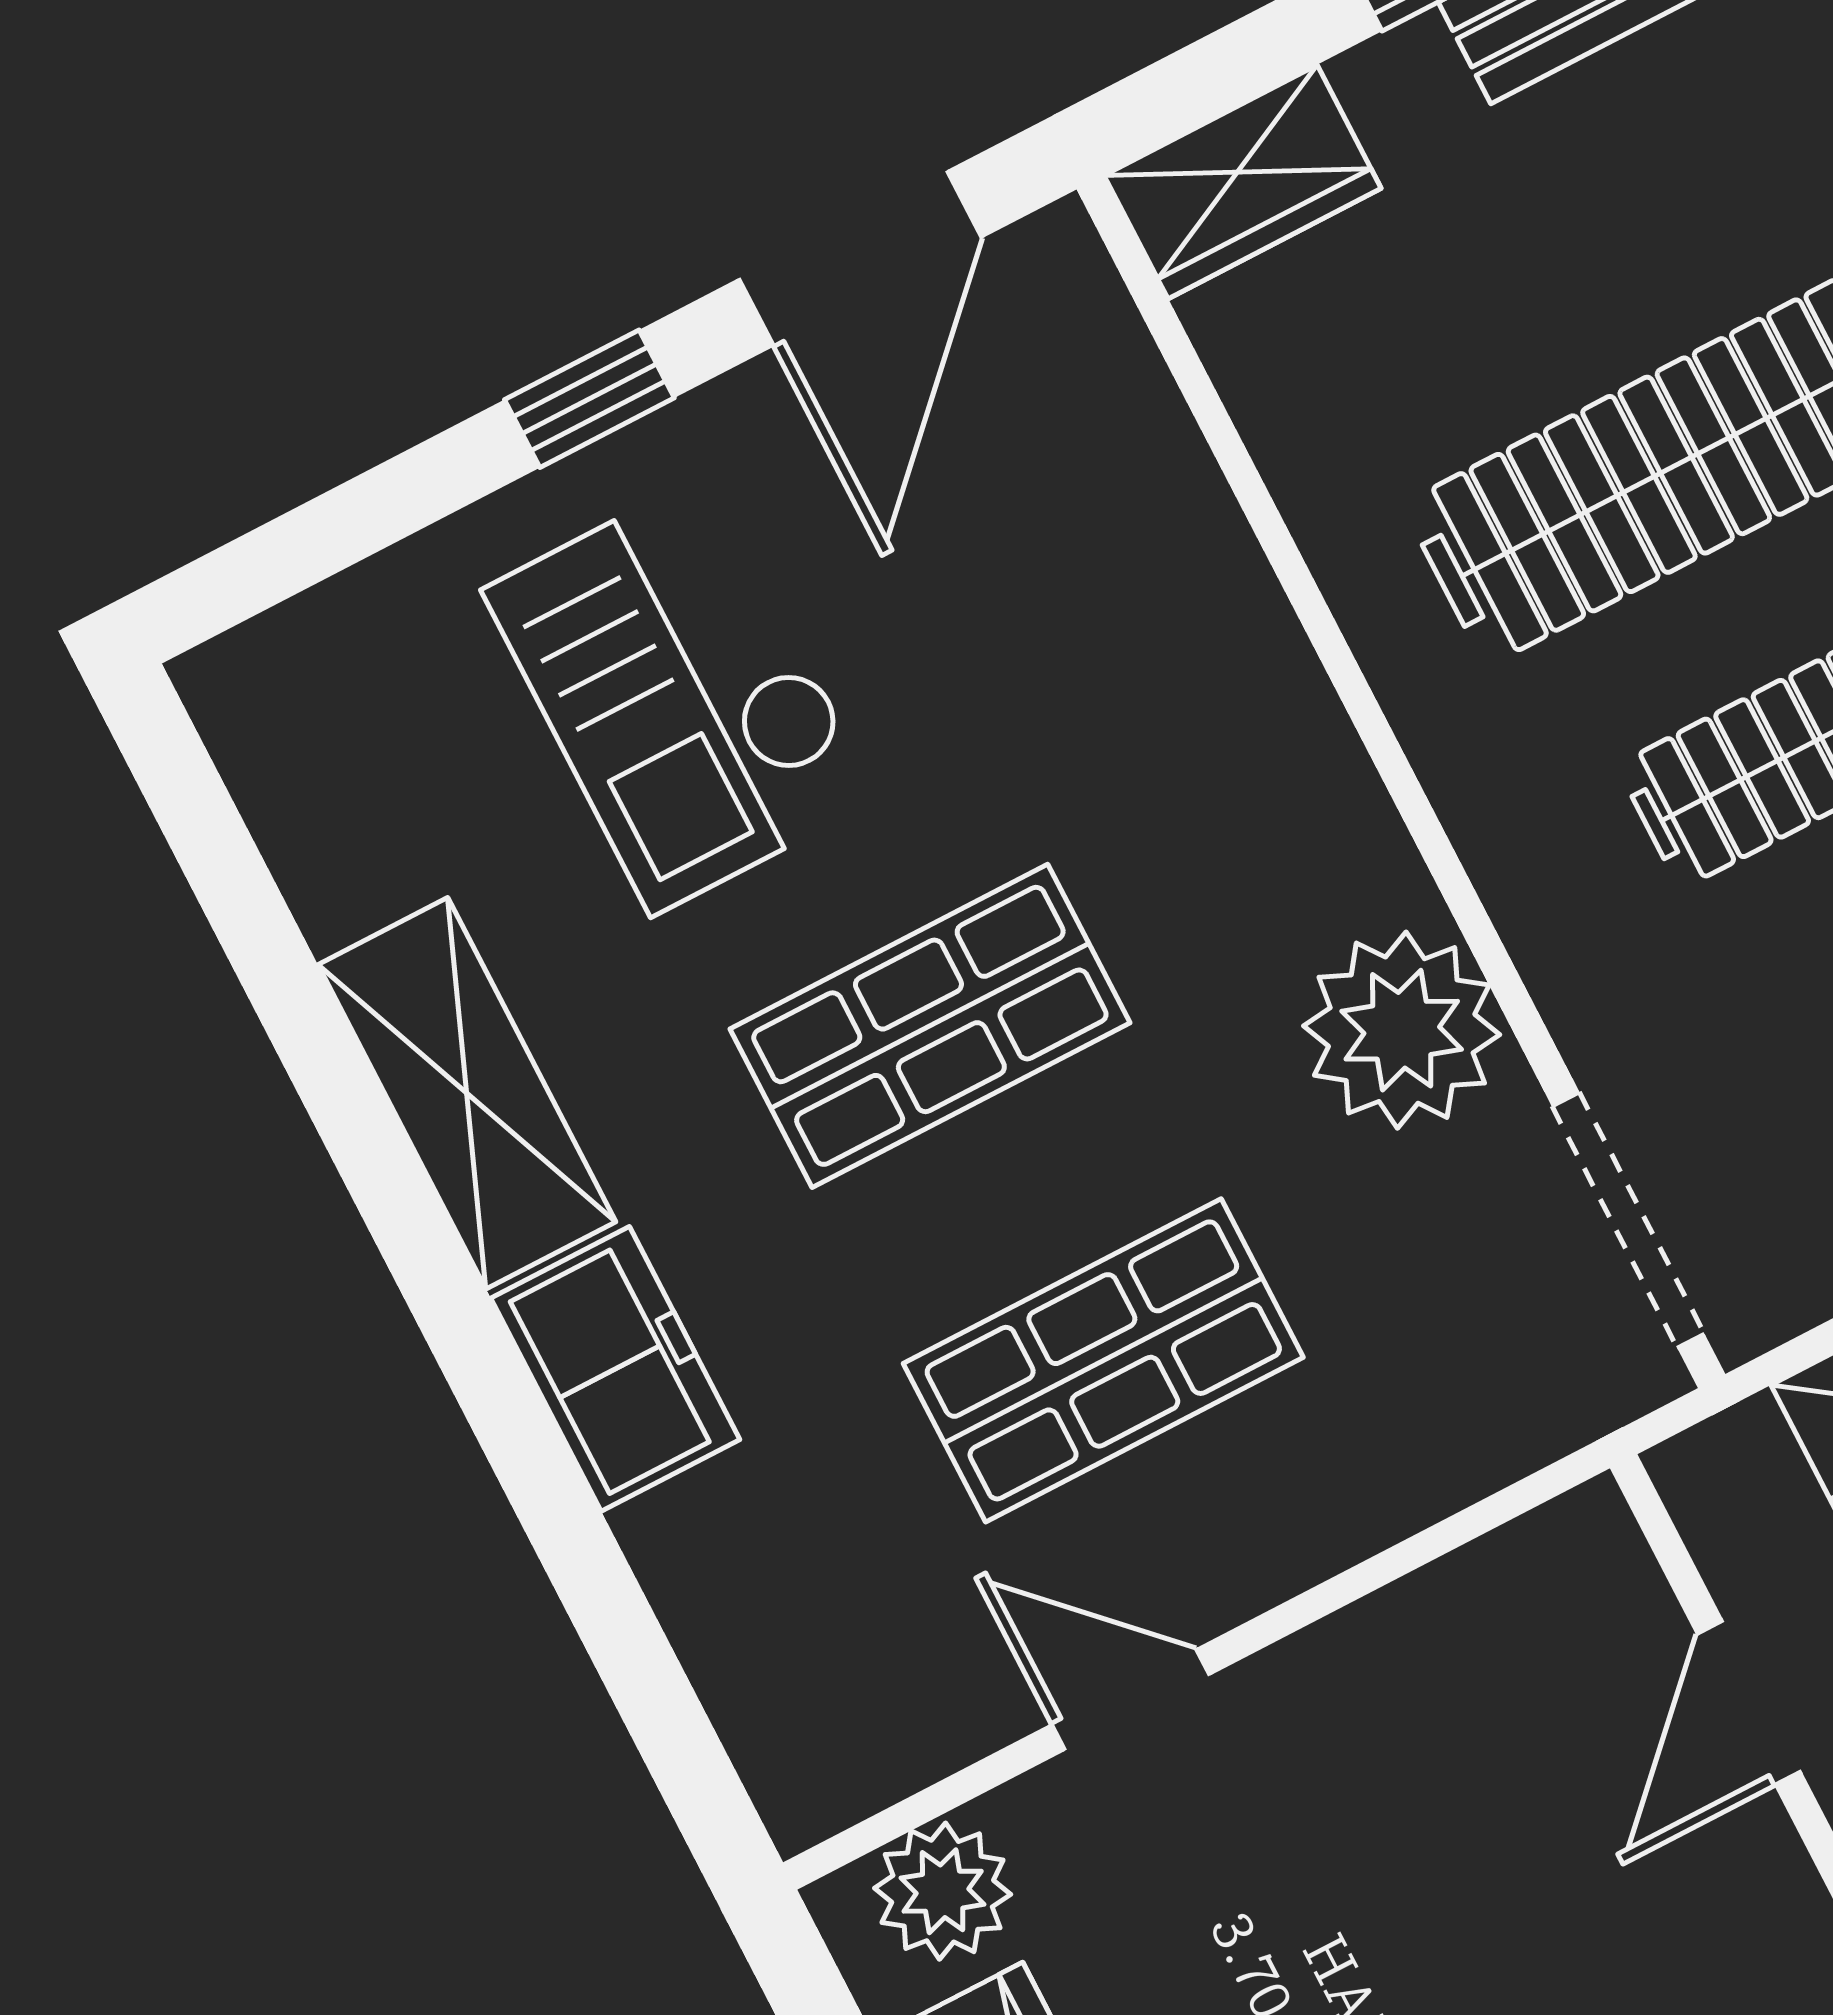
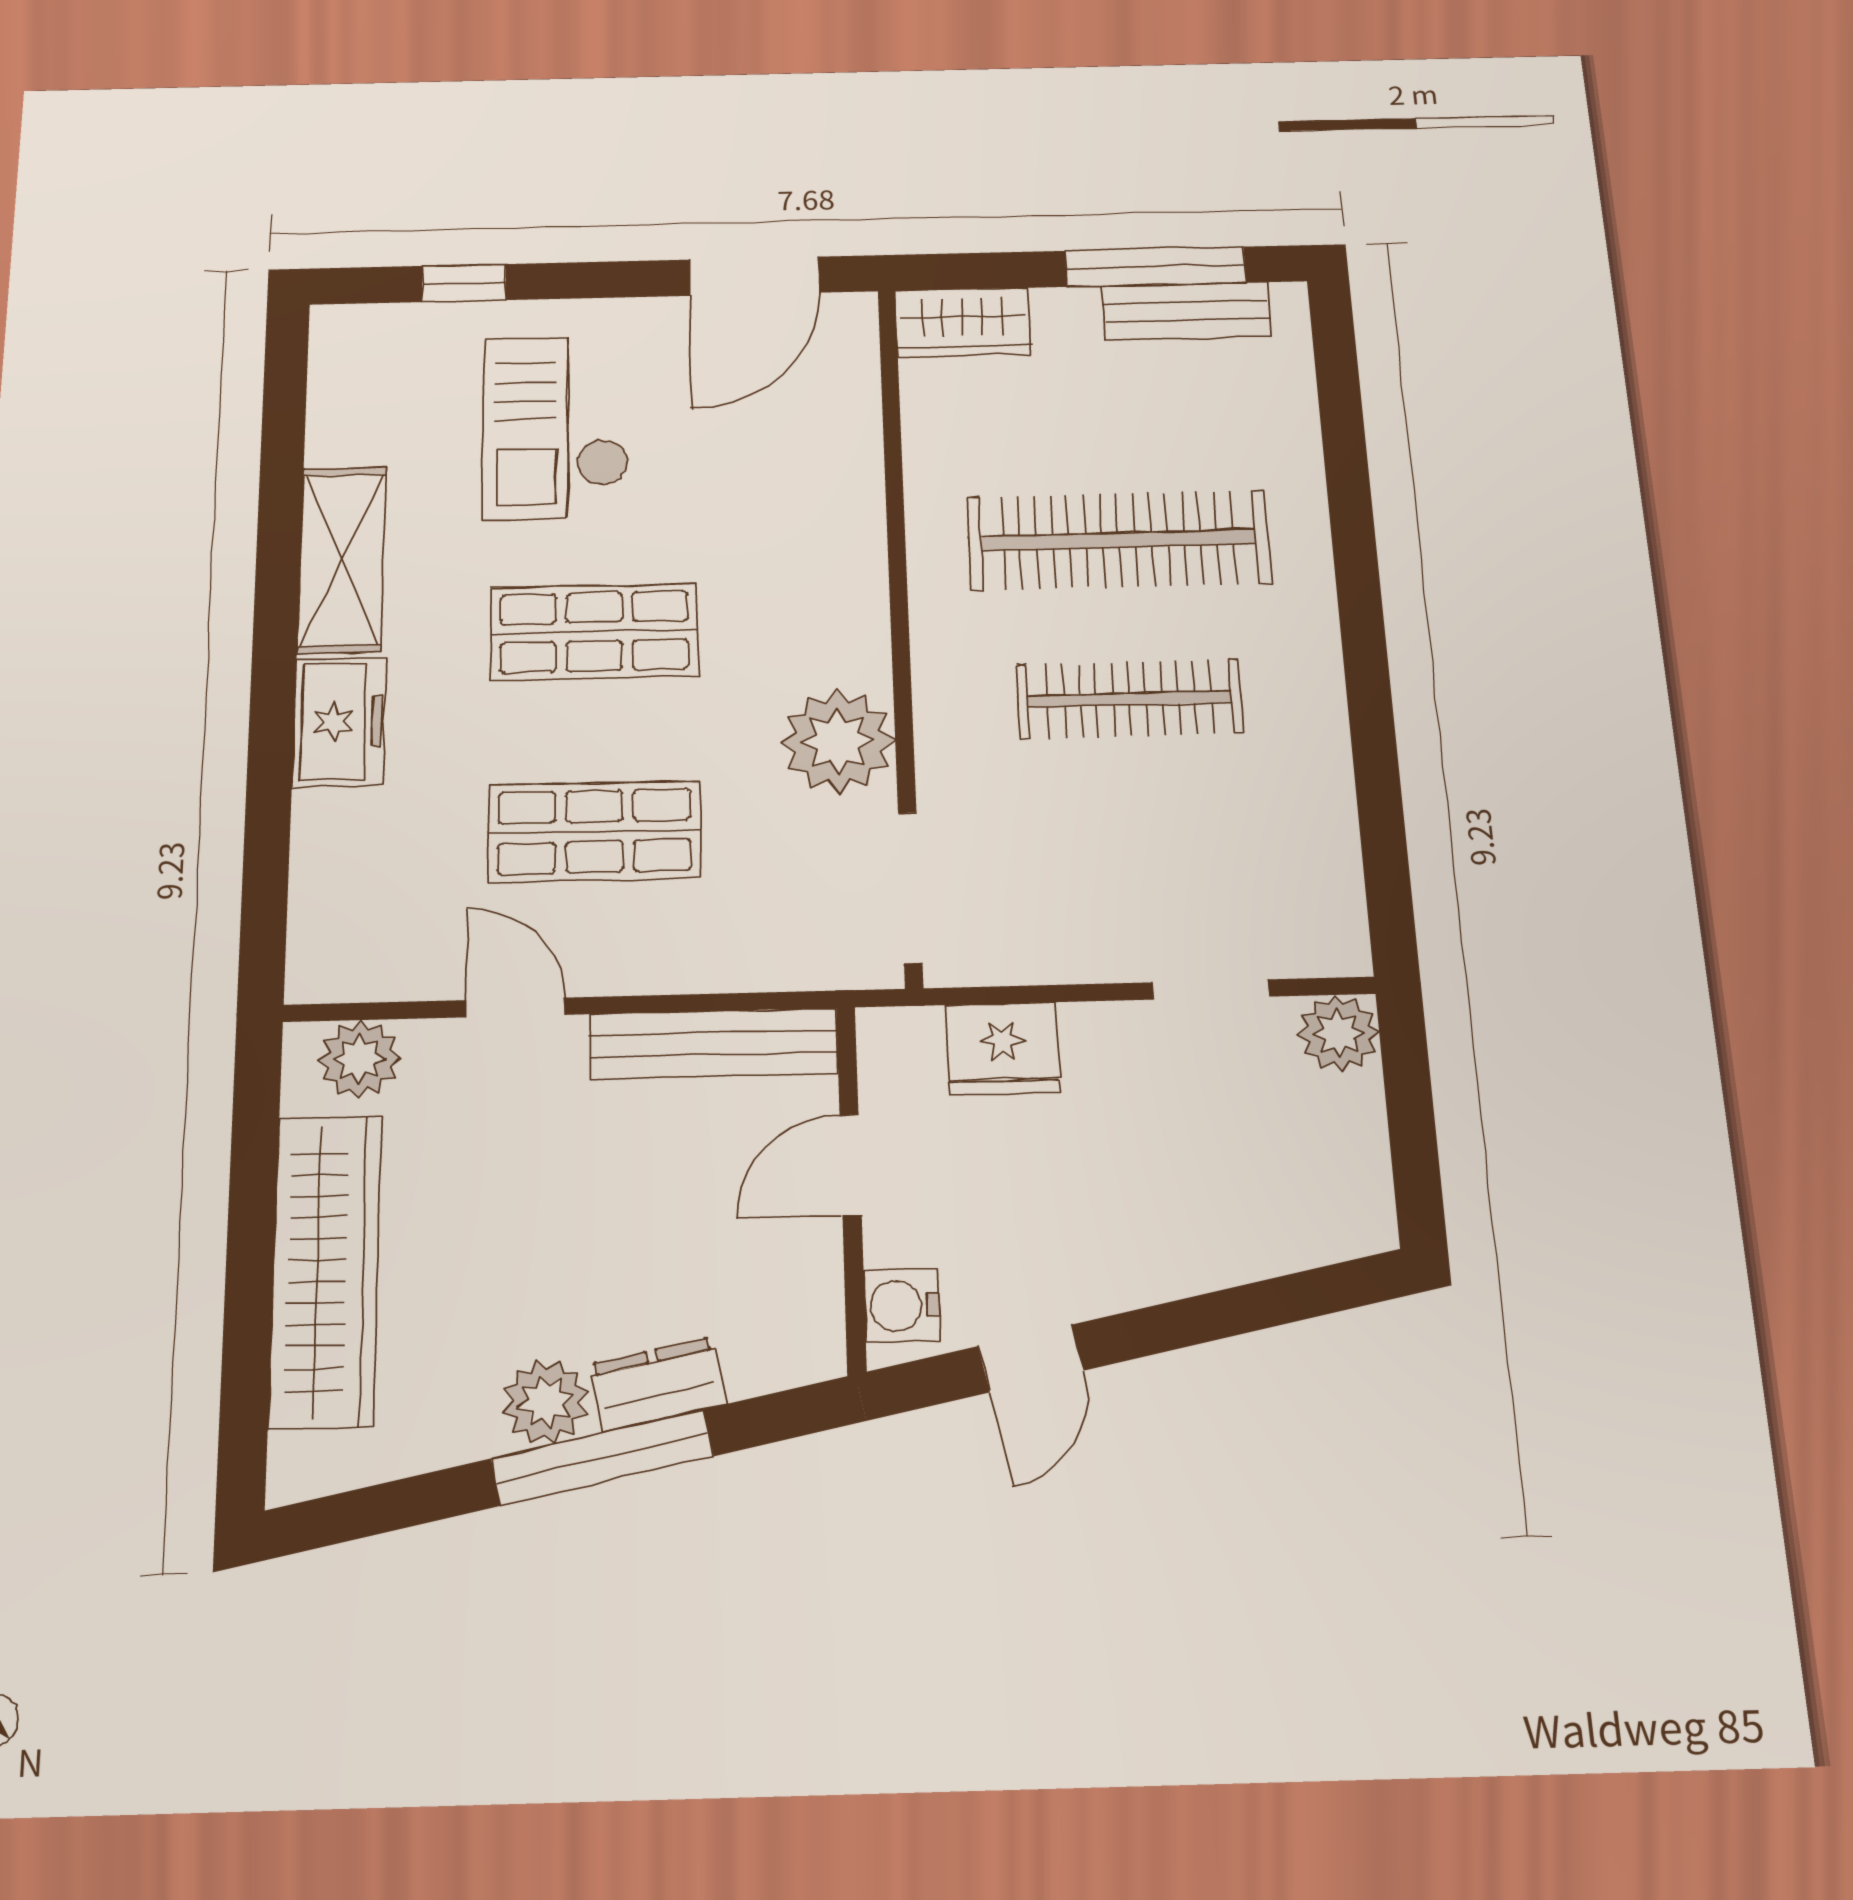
window: (589, 399) -> (464, 283), moved
bench: (1455, 1613) -> (714, 1044), added

